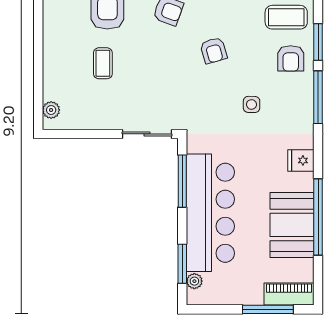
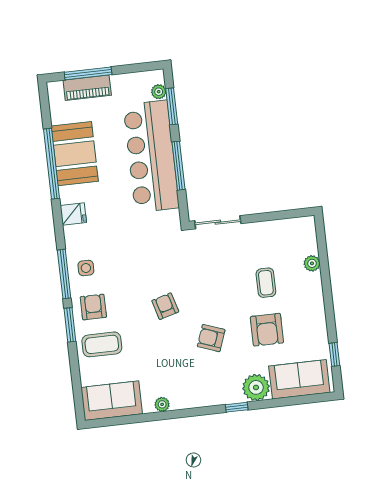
side table: (252, 104) -> (86, 268), moved
plant: (51, 110) -> (312, 263), moved
window: (182, 181) -> (178, 166), moved
piano: (289, 294) -> (87, 88), moved

